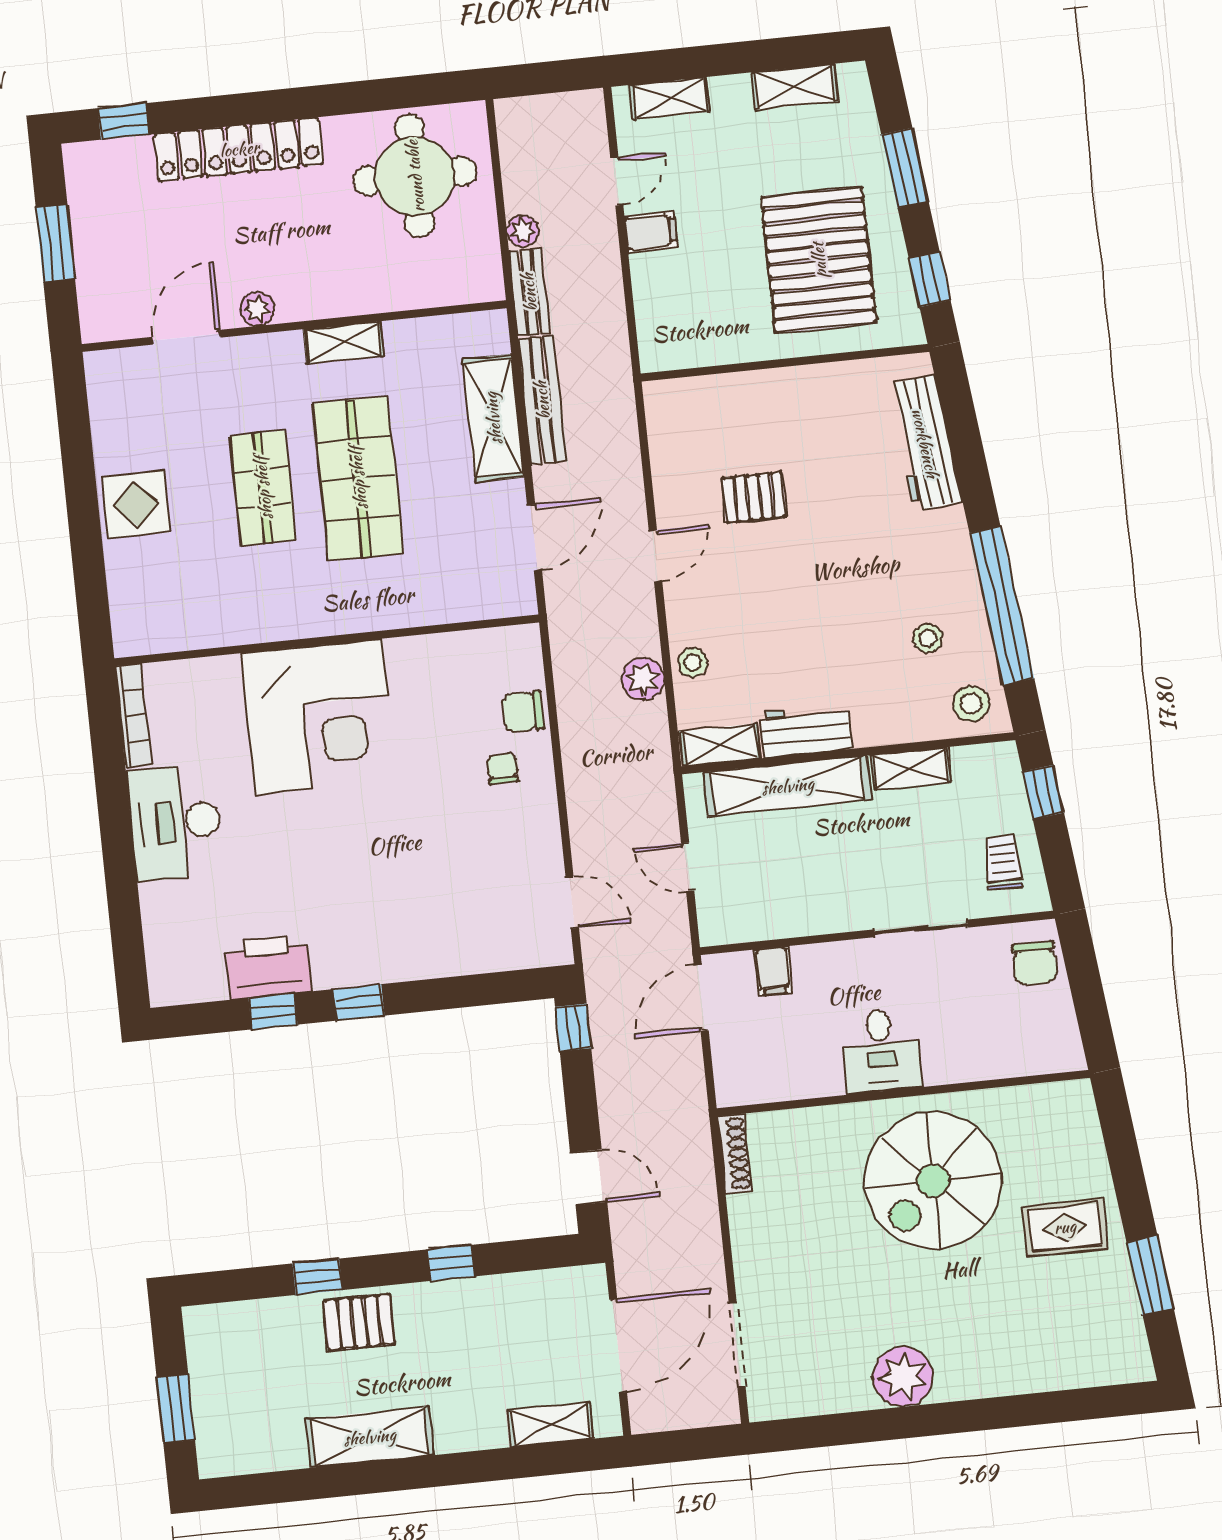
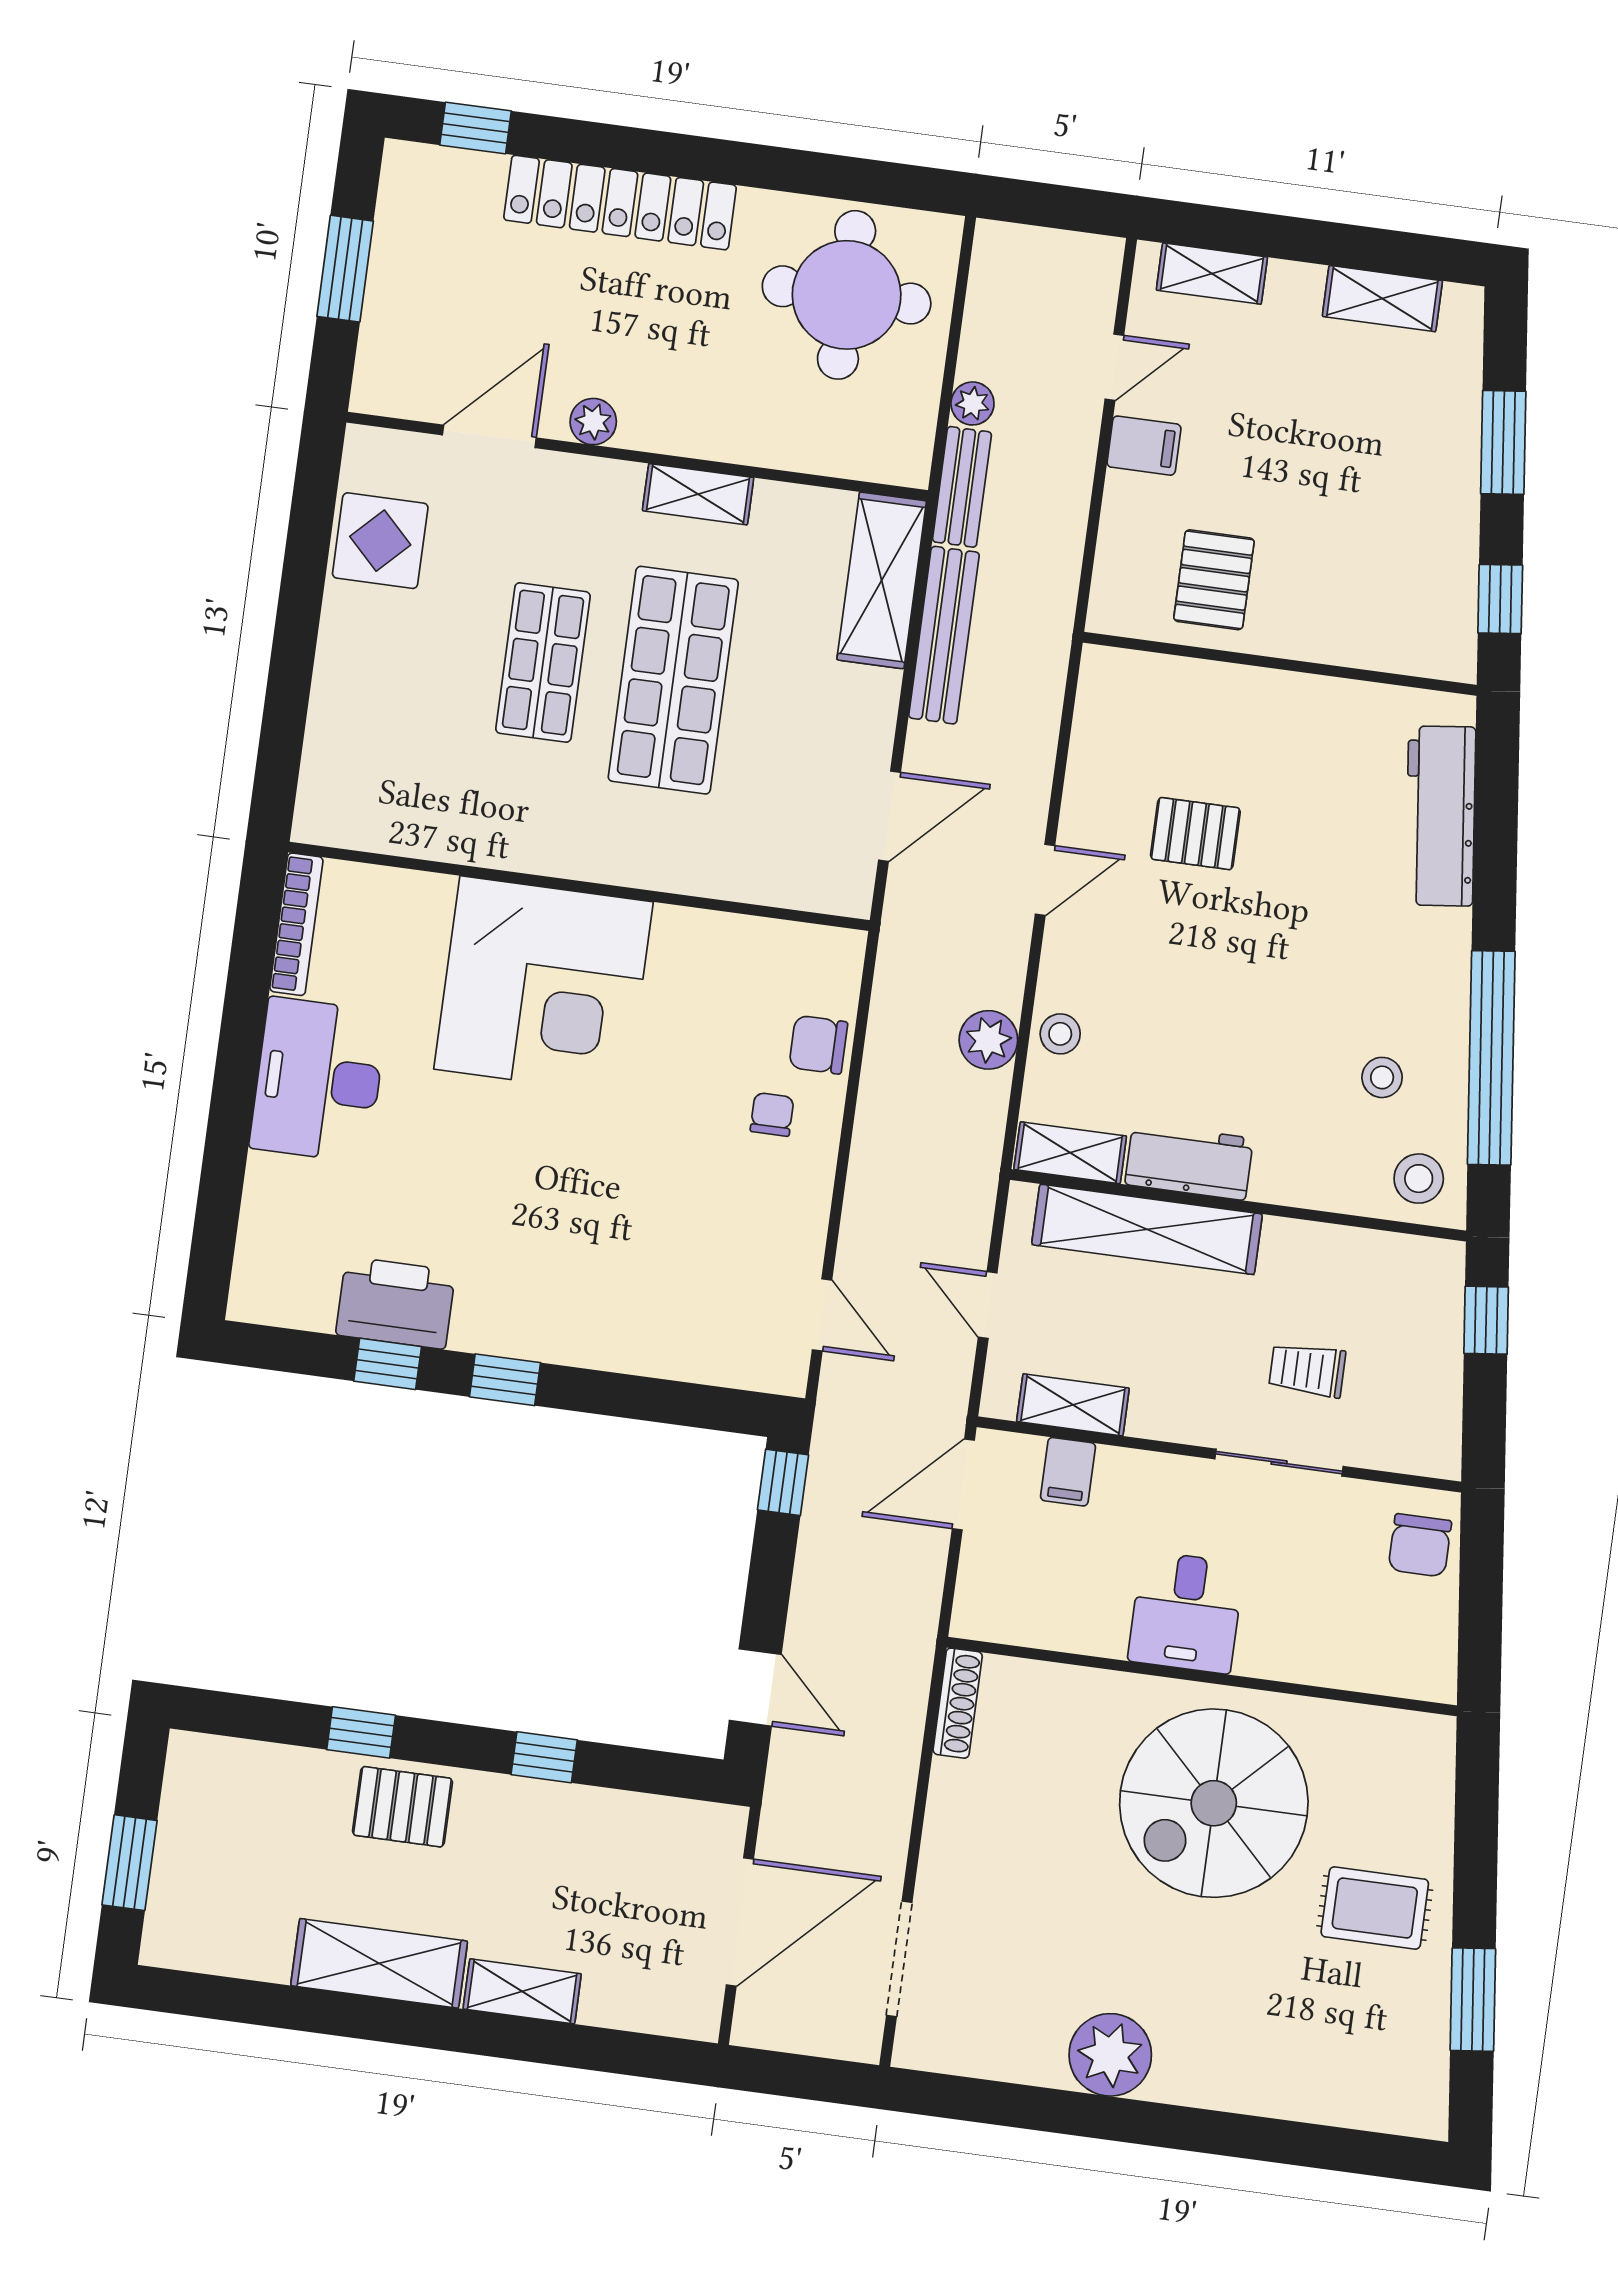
pallet: (819, 260) -> (1214, 580), moved, width x0.49, depth x0.50
shelving: (493, 418) -> (882, 580), moved
display table: (136, 504) -> (380, 541), moved
shelving: (911, 768) -> (1073, 1405), moved
trolley: (1003, 862) -> (1307, 1370), moved, turned -90
shelving: (551, 1425) -> (522, 1991), moved

